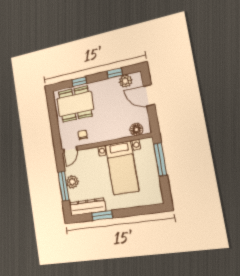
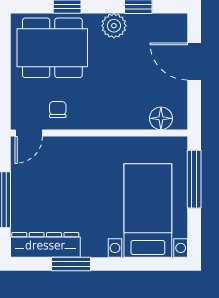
plant: (125, 81) -> (114, 26), moved
bed with nightstands: (122, 168) -> (148, 210), moved, turned 180
plant: (72, 182) -> (23, 195), removed

